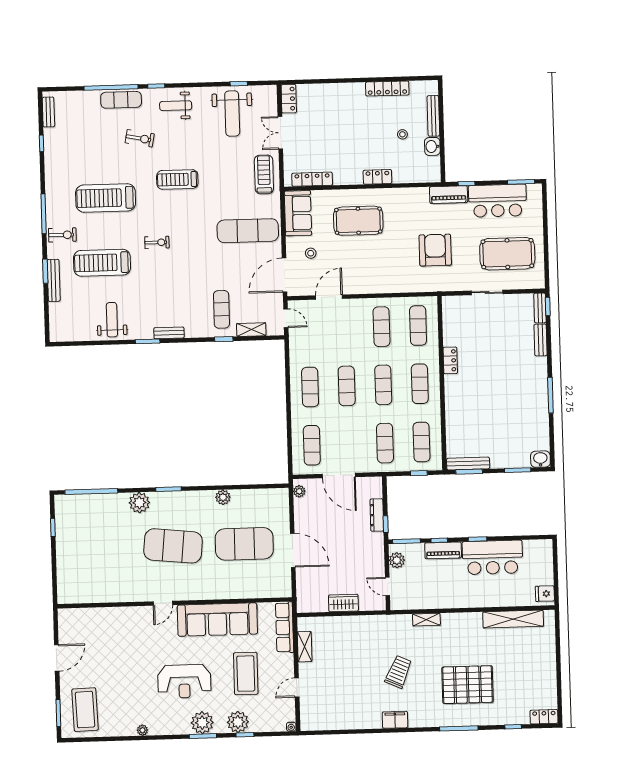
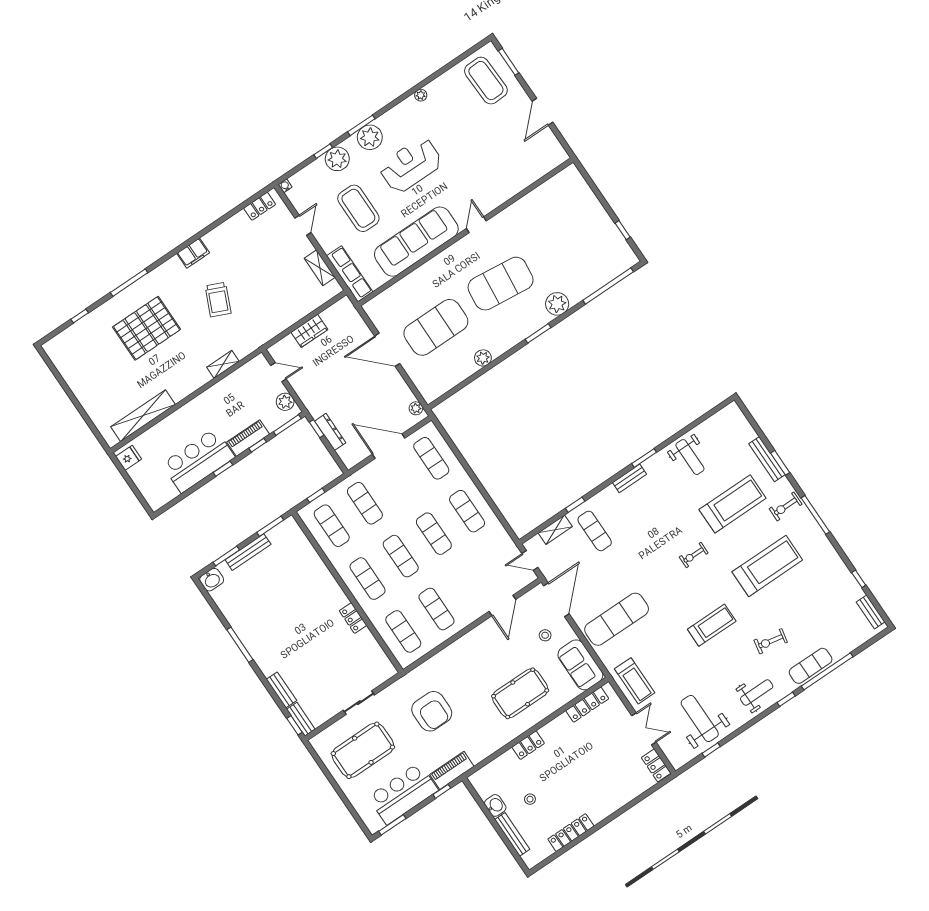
bench: (468, 464) -> (248, 552), moved
locker: (544, 717) -> (260, 206), moved

